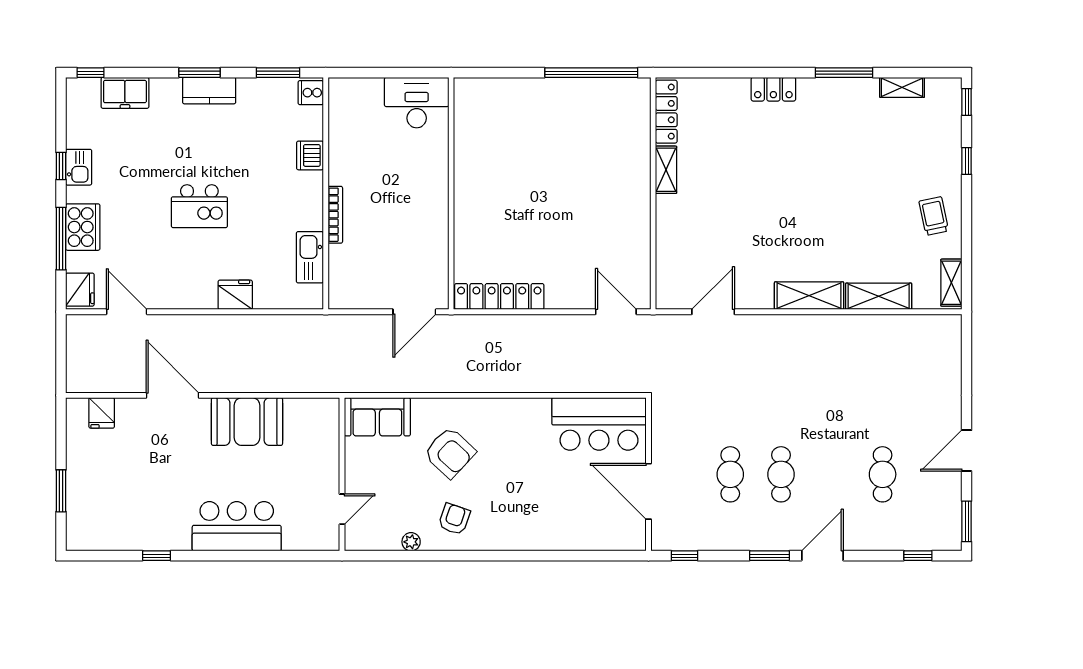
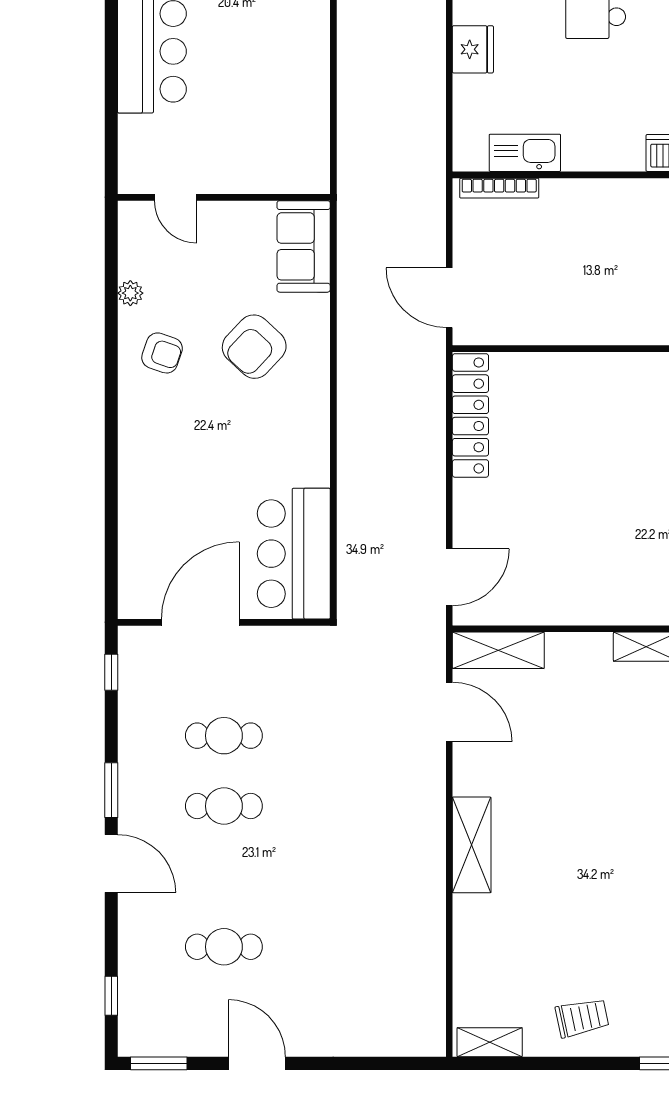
bookcase: (335, 215) -> (499, 188), moved
shelving: (879, 296) -> (498, 650), moved, turned 90
booth: (247, 422) -> (297, 66), removed

